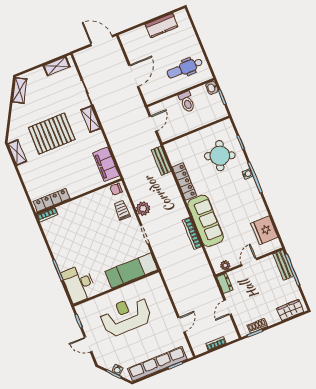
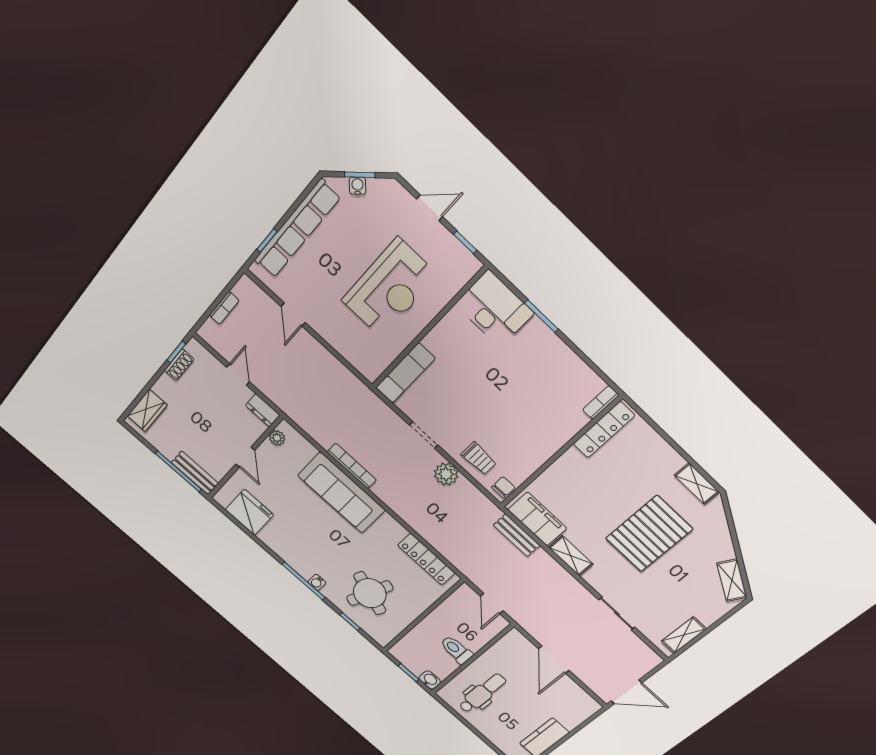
shelving: (91, 119) -> (571, 556), moved
bench: (161, 161) -> (517, 535), moved
locker: (184, 181) -> (426, 559), moved
exam couch: (131, 271) -> (405, 373), width x0.73, depth x0.69

